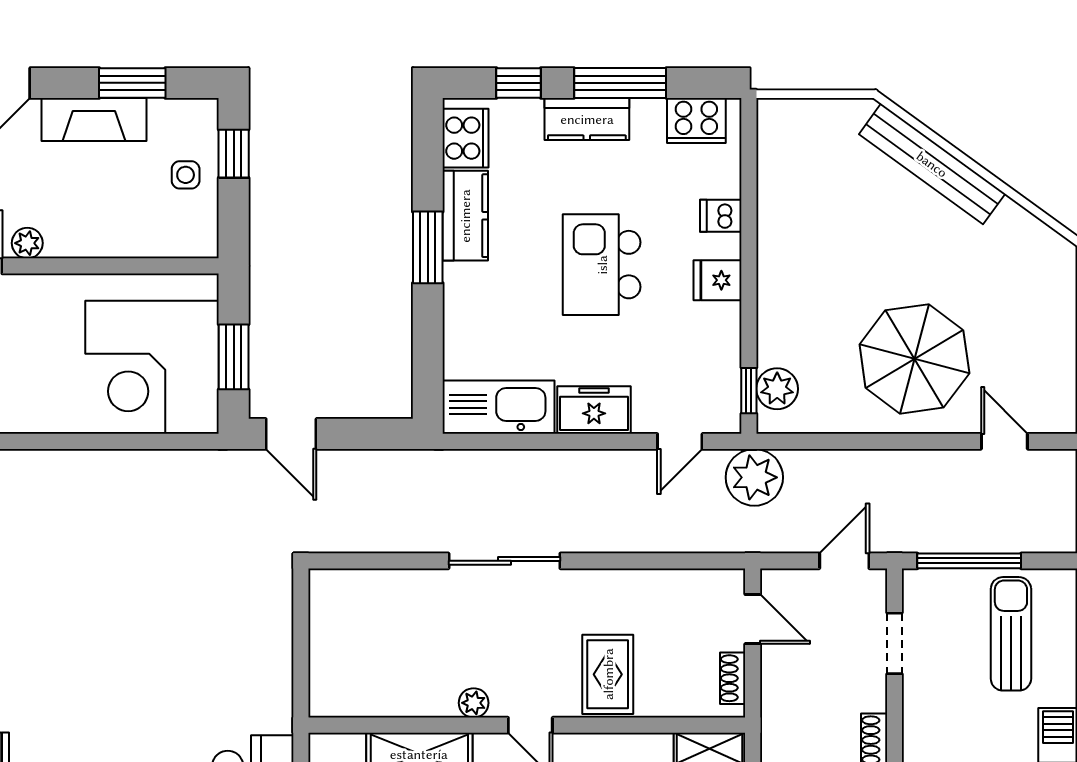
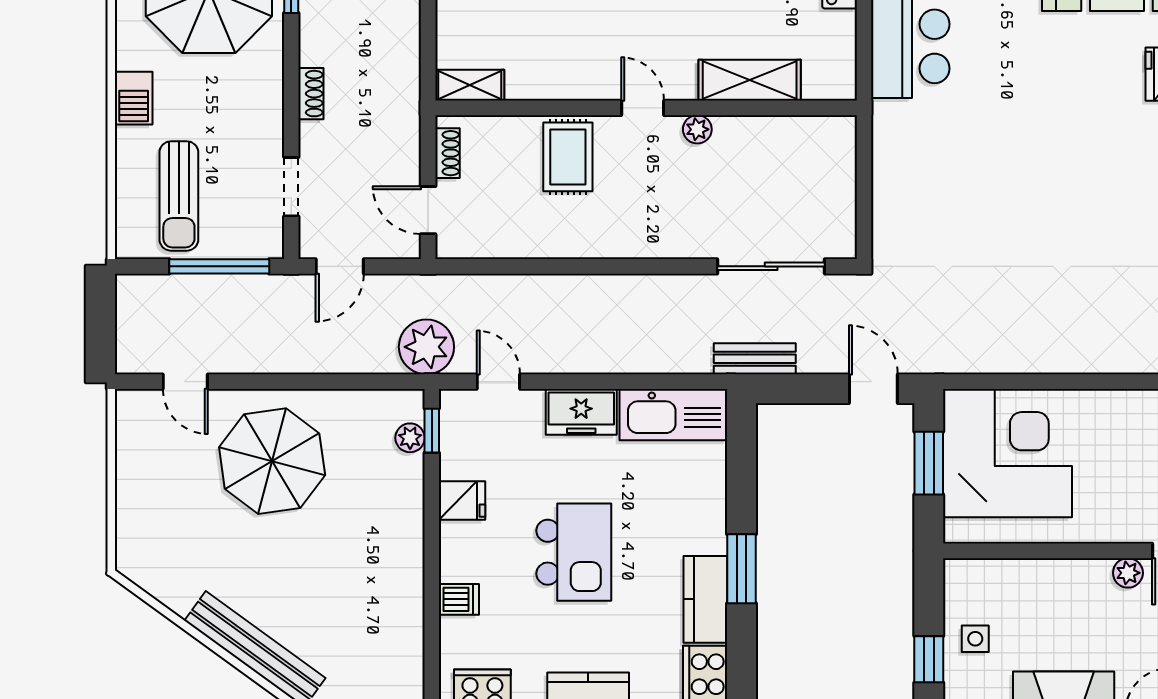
fridge: (718, 280) -> (462, 501), moved
plant: (777, 389) -> (410, 438), width x0.73, depth x0.73
door: (680, 441) -> (498, 382), hinge flipped
bench: (414, 465) -> (755, 359), added
sliding door: (504, 561) -> (771, 266), moved

